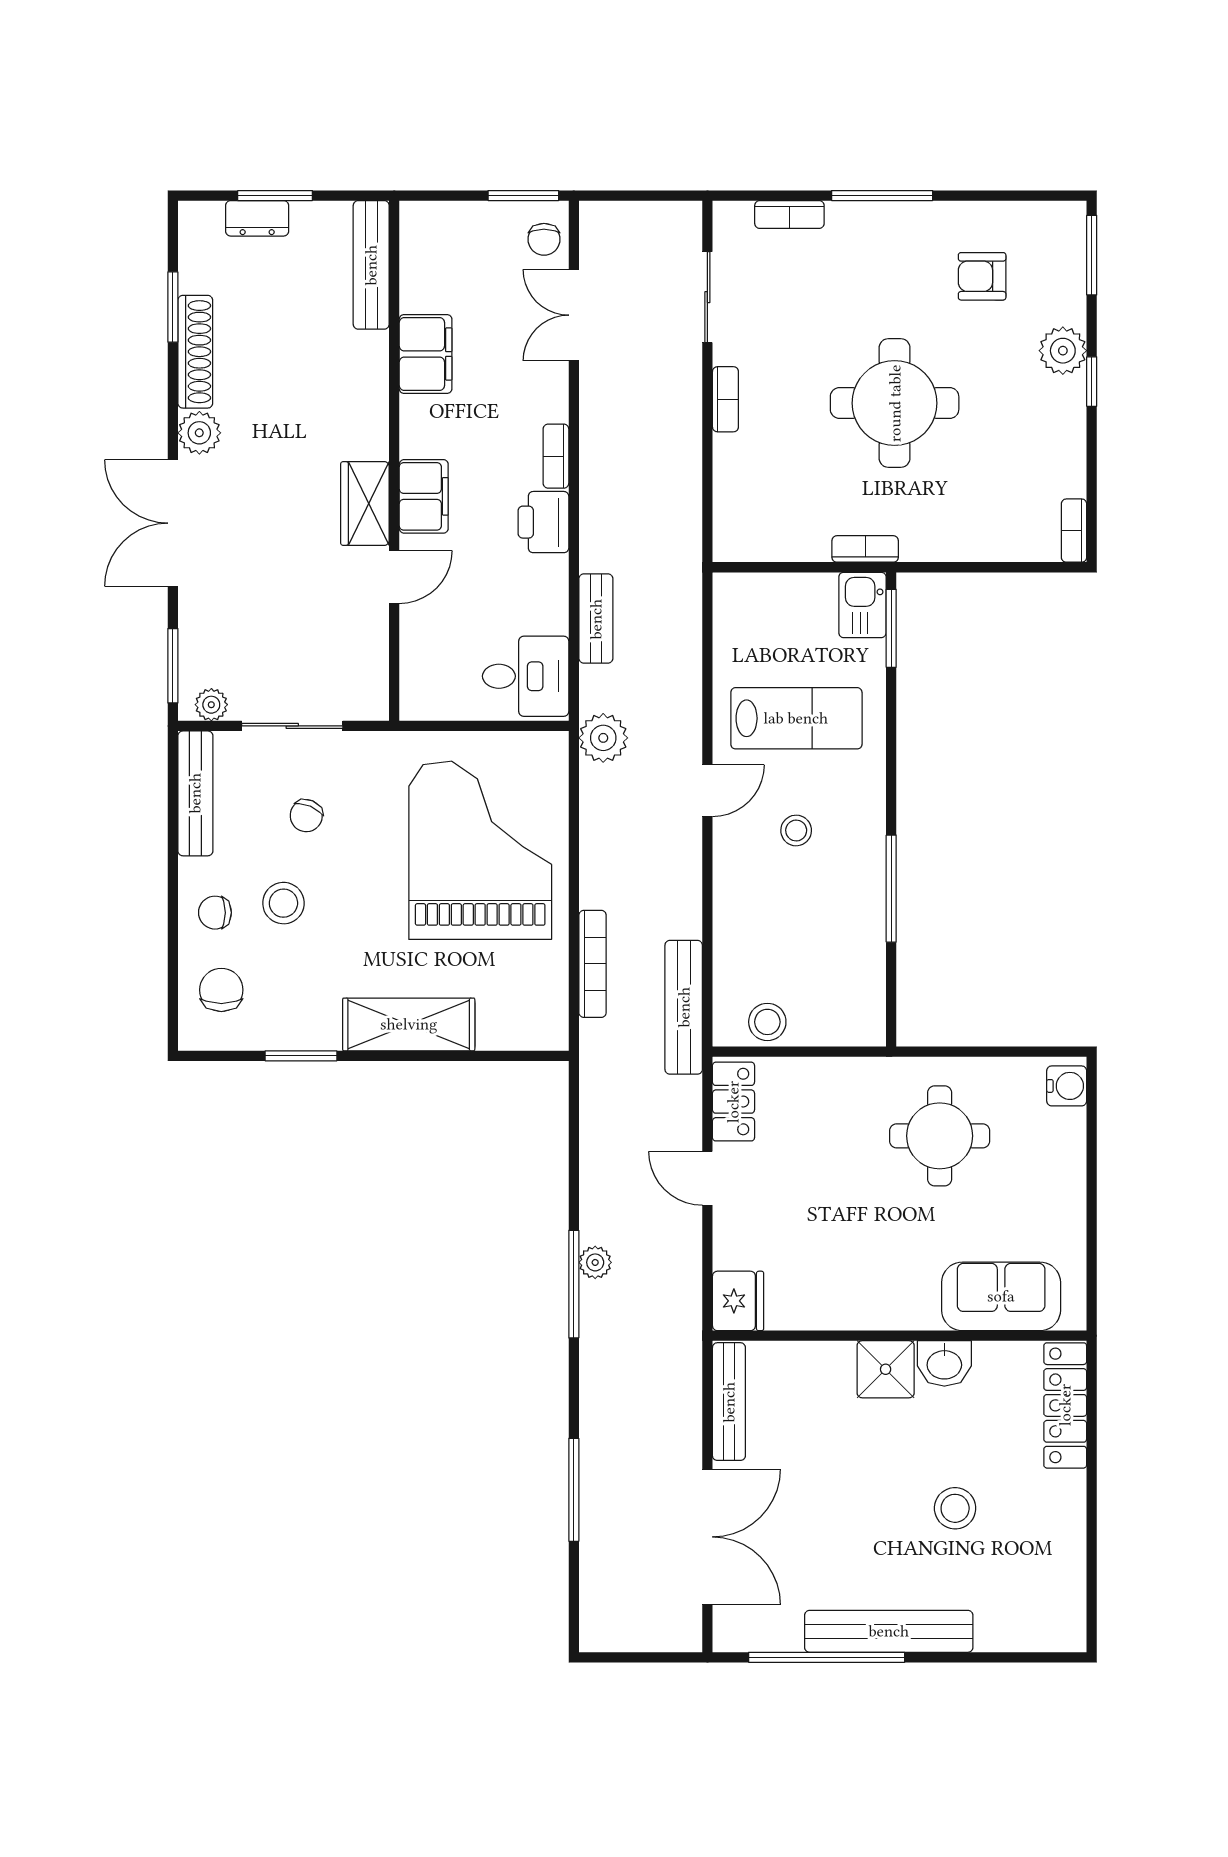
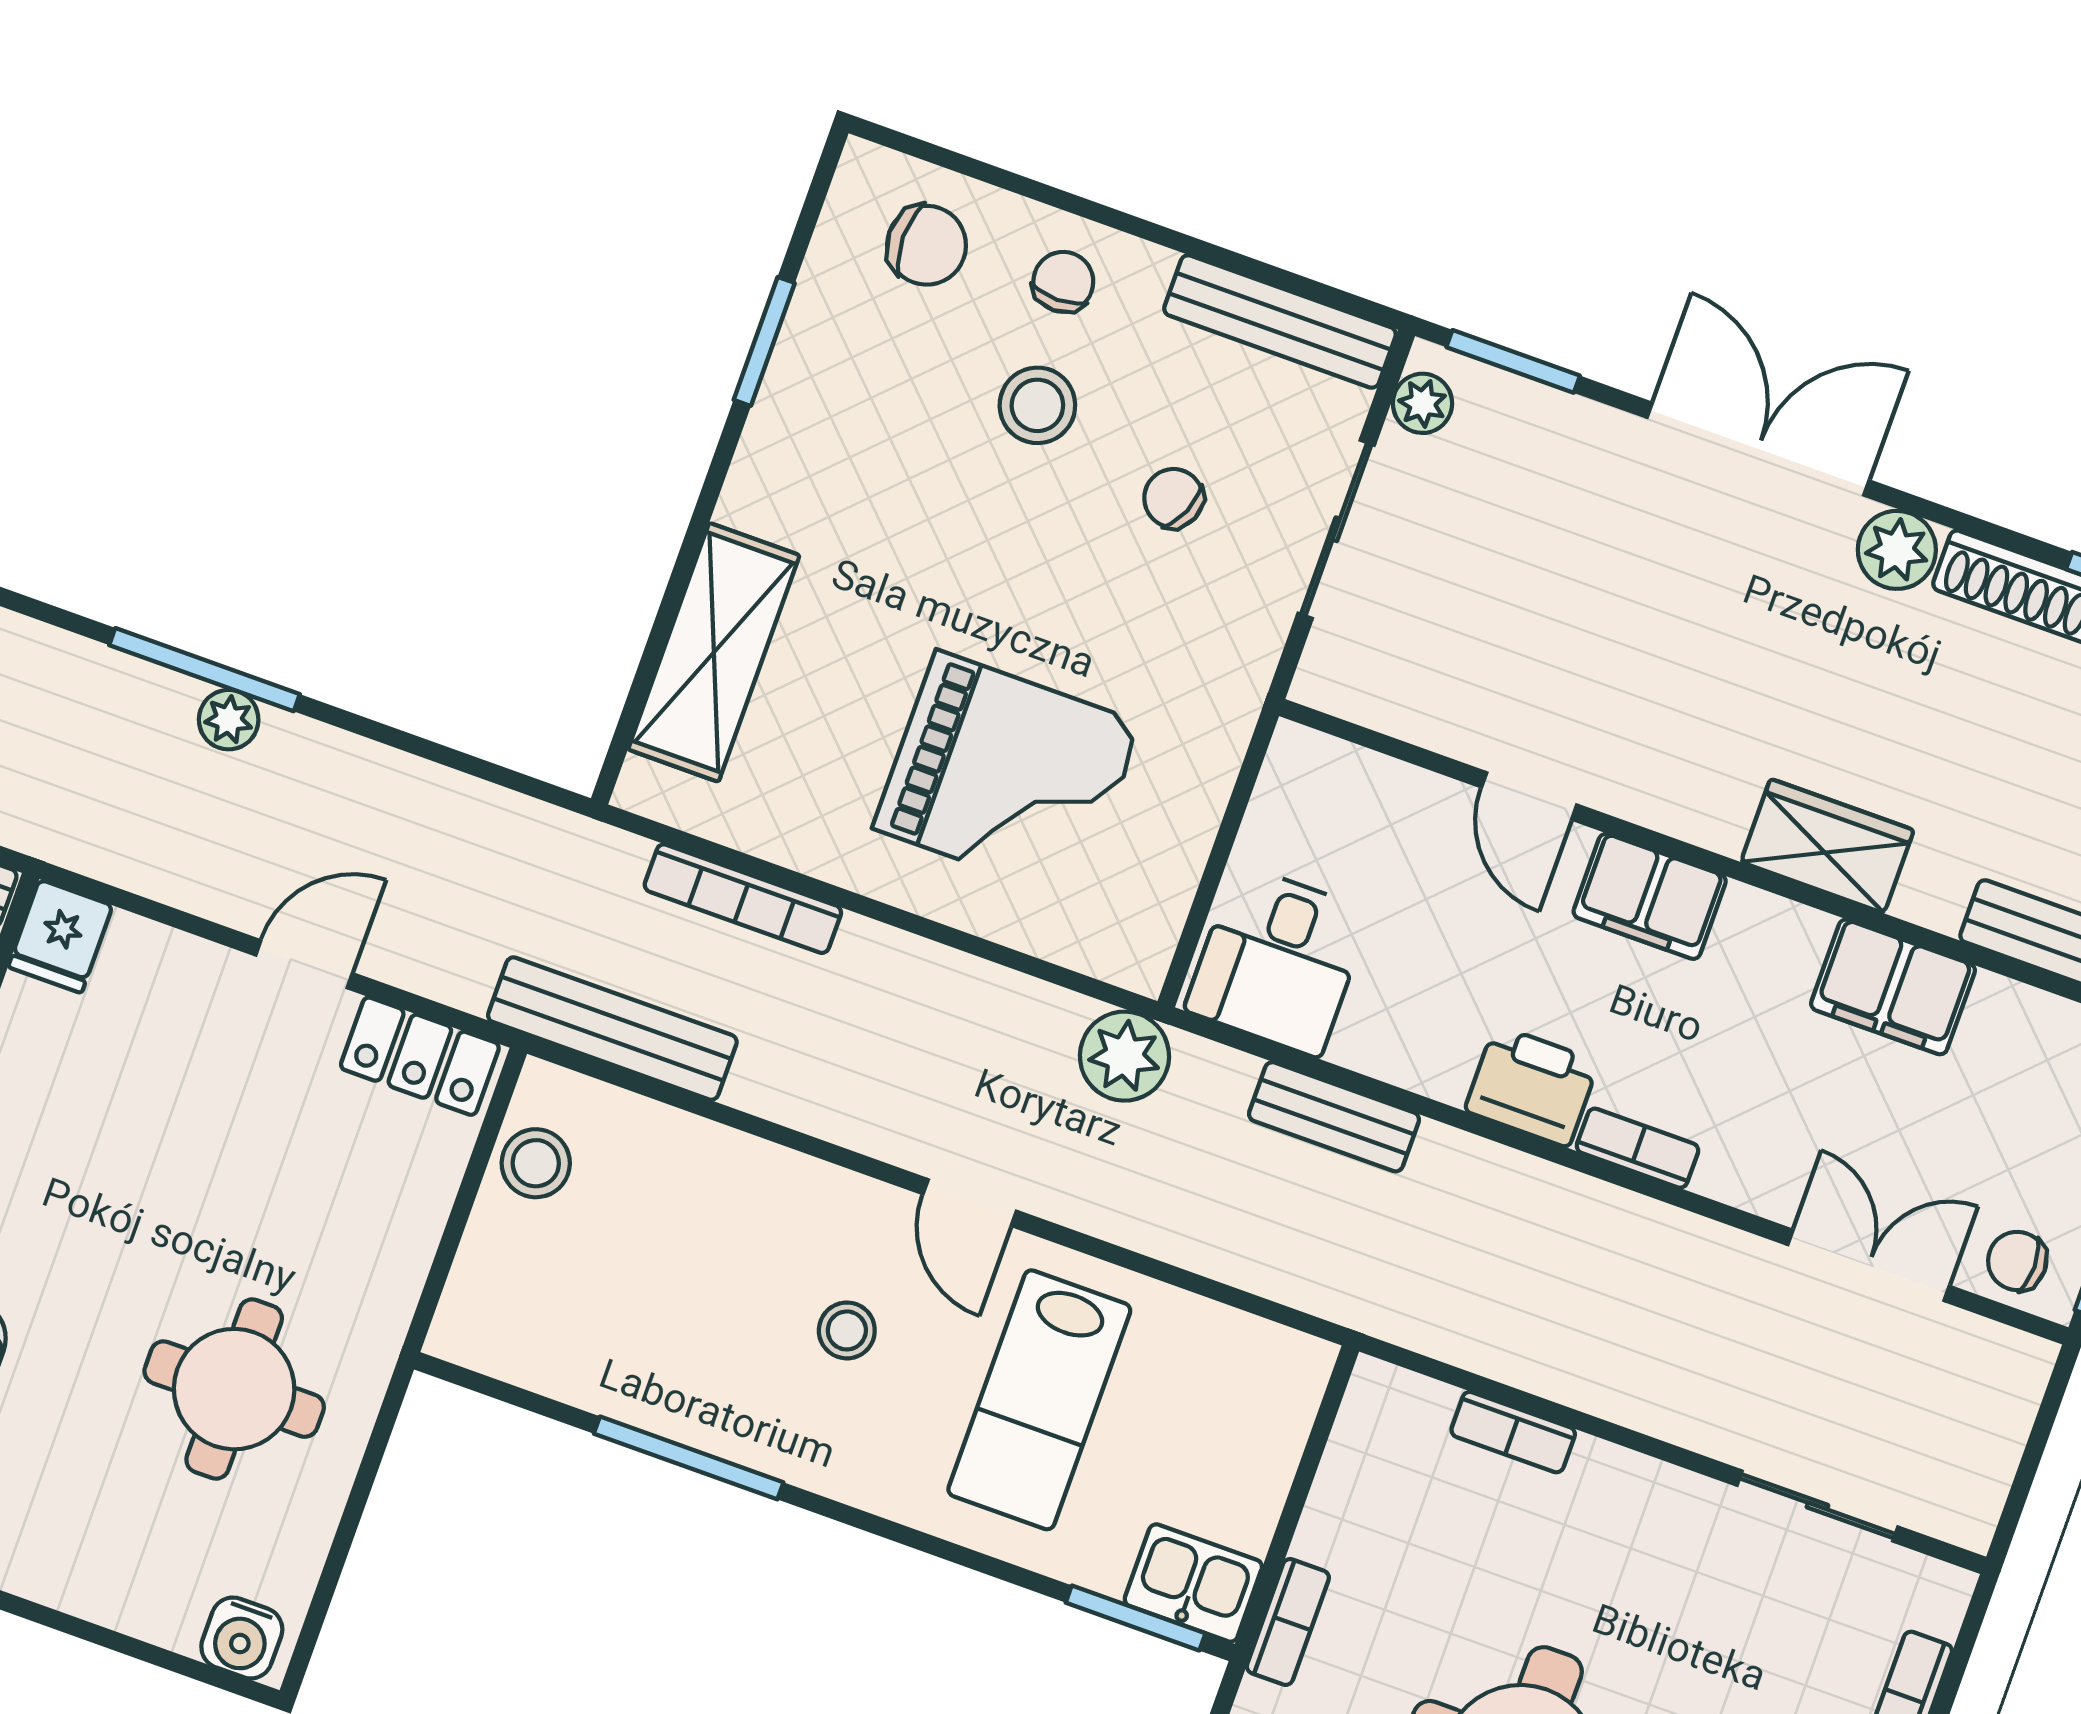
bookcase: (725, 399) -> (1513, 1432), moved
wardrobe: (365, 503) -> (1827, 846), moved
grand piano: (480, 850) -> (1007, 776), width x0.73, depth x0.68
shelving: (409, 1024) -> (714, 652), moved
fridge: (738, 1301) -> (60, 936), width x0.72

